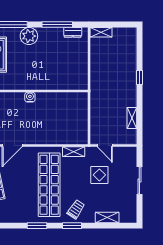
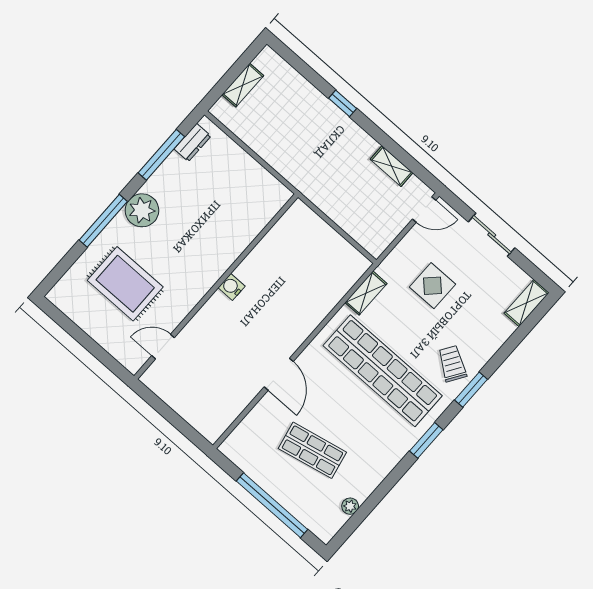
shelving: (101, 32) -> (243, 85), moved
door: (105, 146) -> (424, 210), moved
shelving: (107, 218) -> (527, 303), moved

